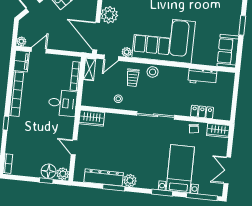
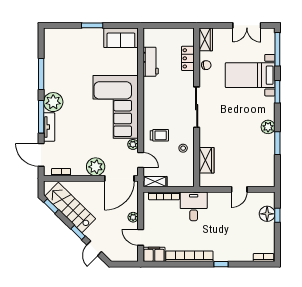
plant: (21, 41) -> (133, 217), moved
stool: (153, 72) -> (151, 115), removed
wardrobe: (92, 118) -> (206, 160), moved
plant: (63, 174) -> (268, 199), removed
dresser: (104, 177) -> (268, 155), removed

